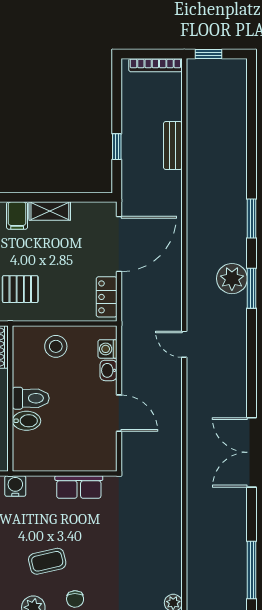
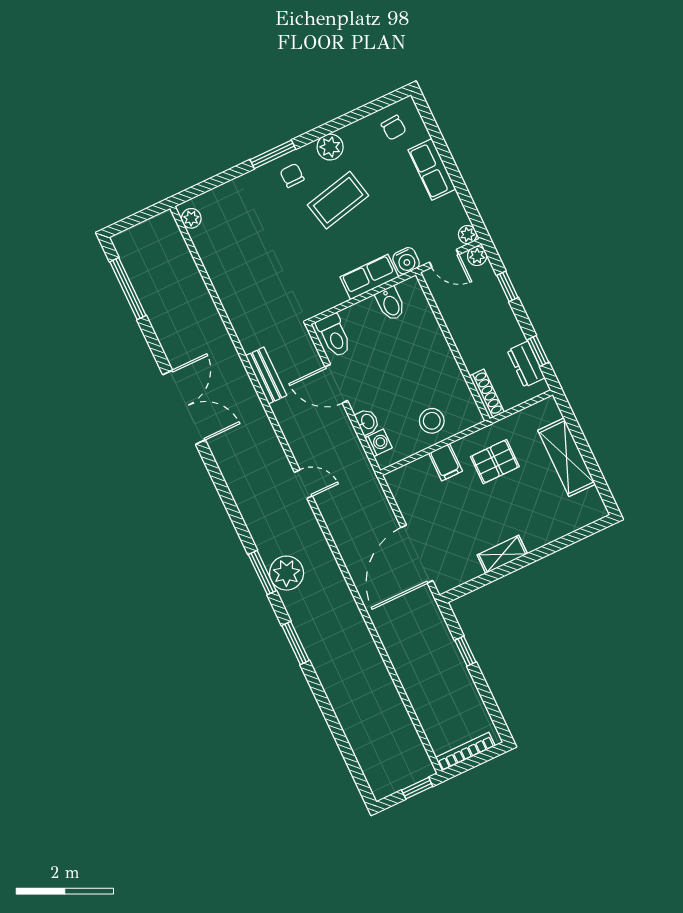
bench: (173, 145) -> (266, 376), moved
filing cabinet: (17, 216) -> (446, 462), moved, turned 180
locker: (107, 297) -> (404, 495), removed
toilet: (31, 398) -> (334, 336), moved, turned -90
bidet: (27, 421) -> (390, 304), moved, turned -90
row of seats: (79, 487) -> (369, 277), moved
coffee table: (47, 561) -> (338, 200), width x1.36, depth x1.30

